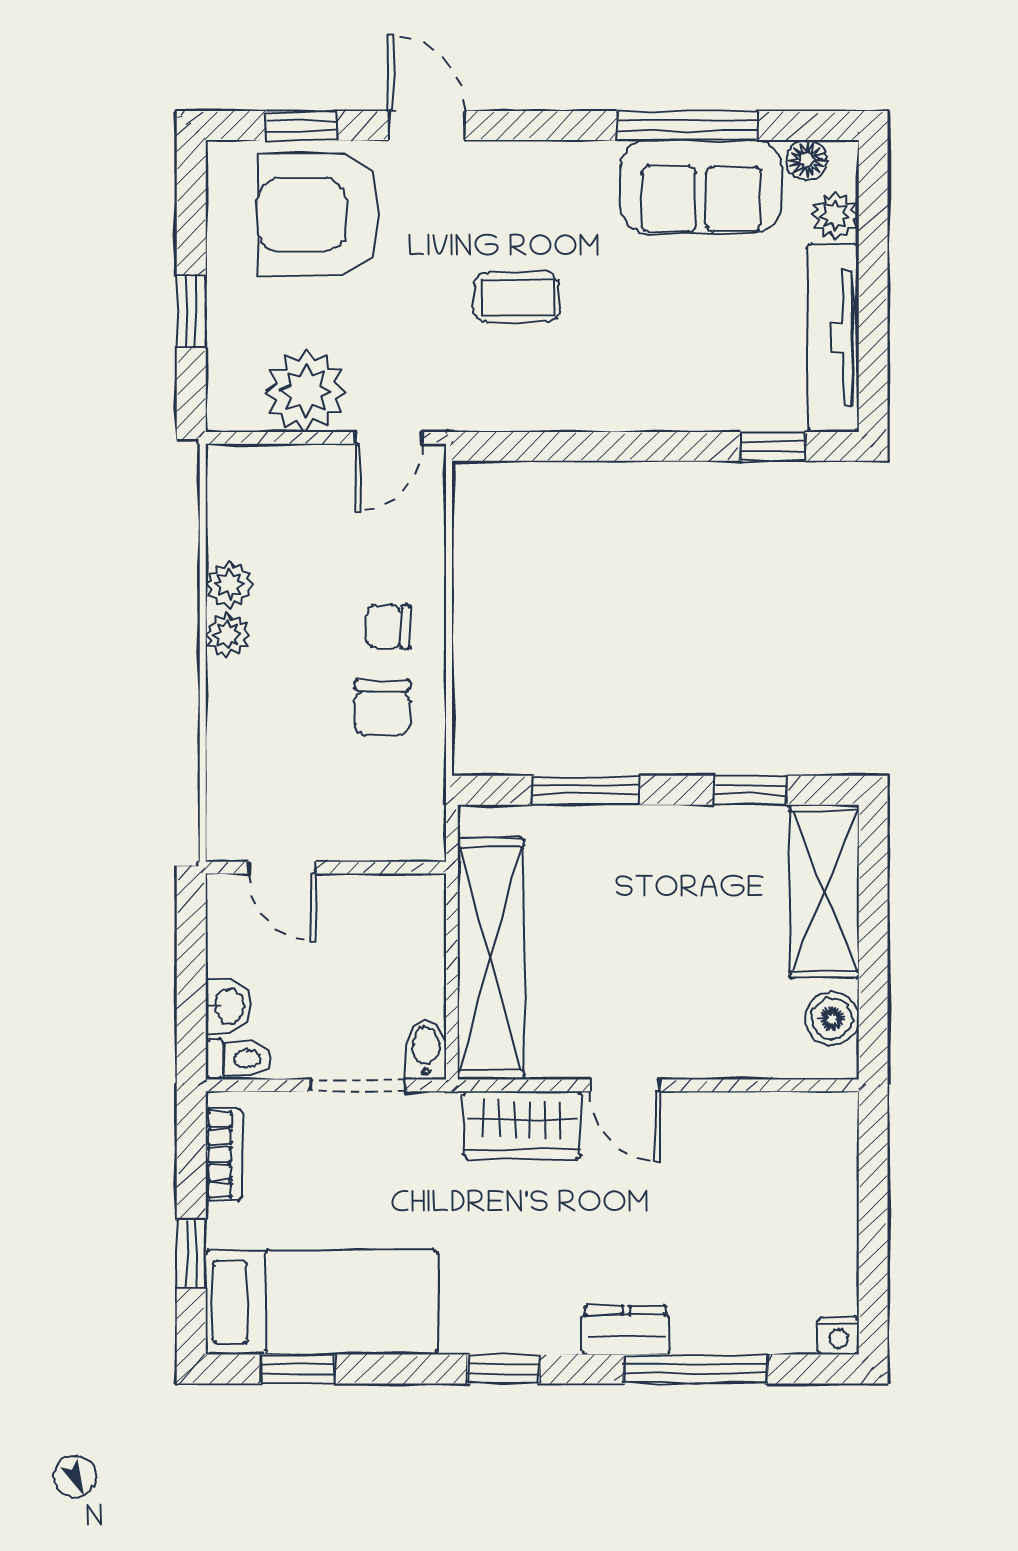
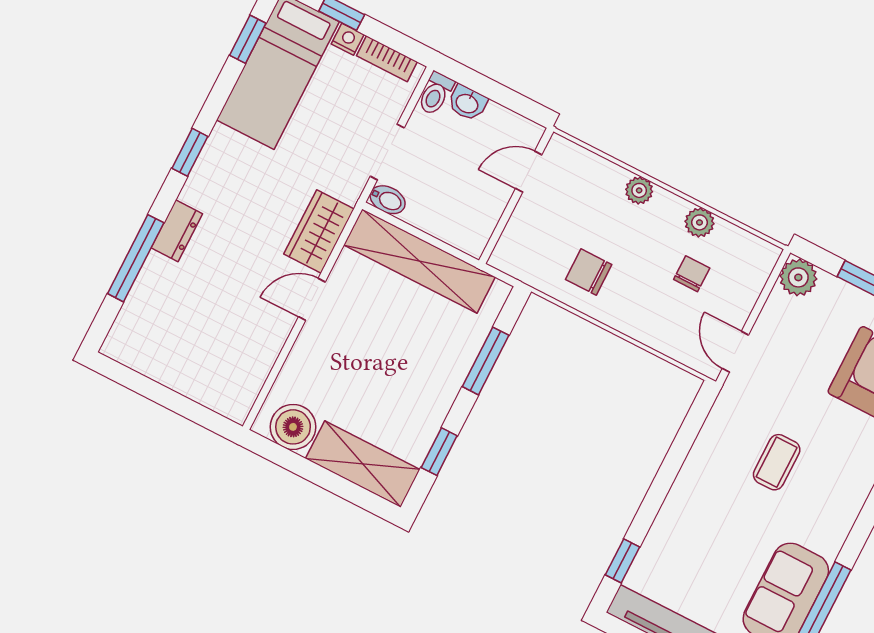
plant: (306, 391) -> (798, 277), moved, width x0.73, depth x0.73
chair: (388, 627) -> (692, 274), moved
plant: (228, 635) -> (639, 190), moved
boiler: (832, 1019) -> (293, 427), width x1.36, depth x1.36
nightstand: (839, 1336) -> (348, 39), moved, turned 90

